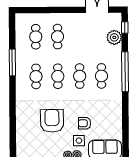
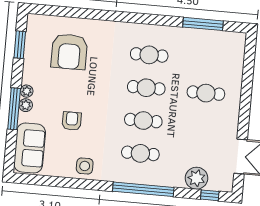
cafe table: (36, 37) -> (209, 60), removed
window: (12, 62) -> (203, 24), moved
armchair: (52, 121) -> (69, 52), moved, turned 91
side table: (79, 141) -> (85, 166), moved

